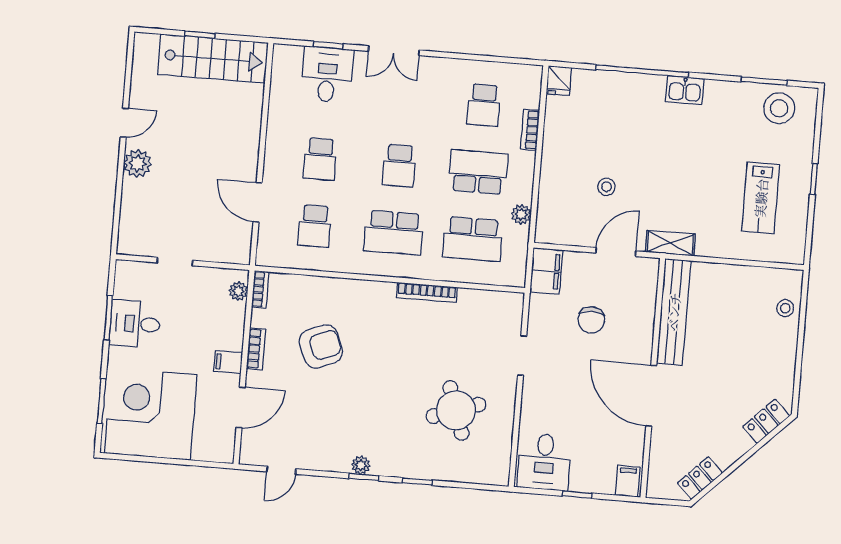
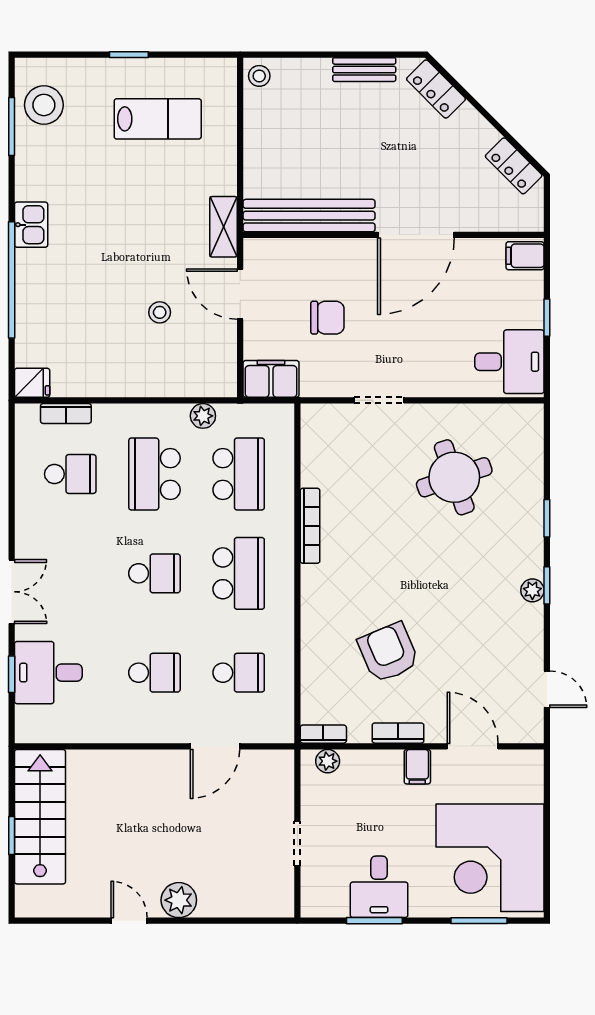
bookcase: (530, 130) -> (66, 413), moved
stool: (785, 308) -> (259, 76), moved
bench: (786, 365) -> (364, 70), added

